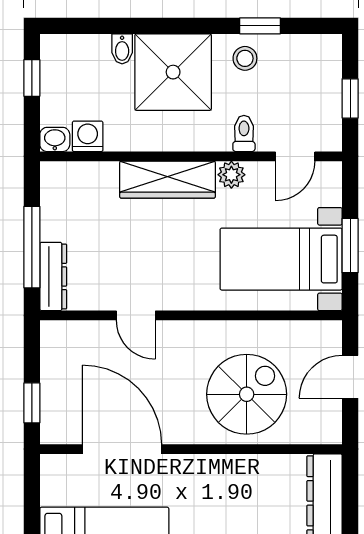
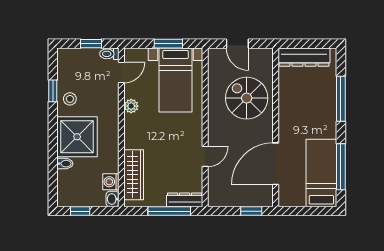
toilet: (244, 133) -> (109, 54), moved
door: (295, 156) -> (121, 73), hinge flipped
wardrobe: (167, 180) -> (134, 175), moved

